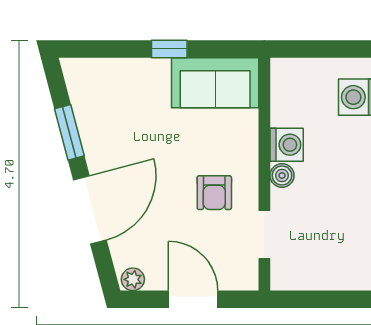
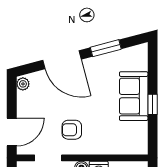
sofa: (215, 83) -> (134, 96), moved
door: (193, 299) -> (12, 132), moved

